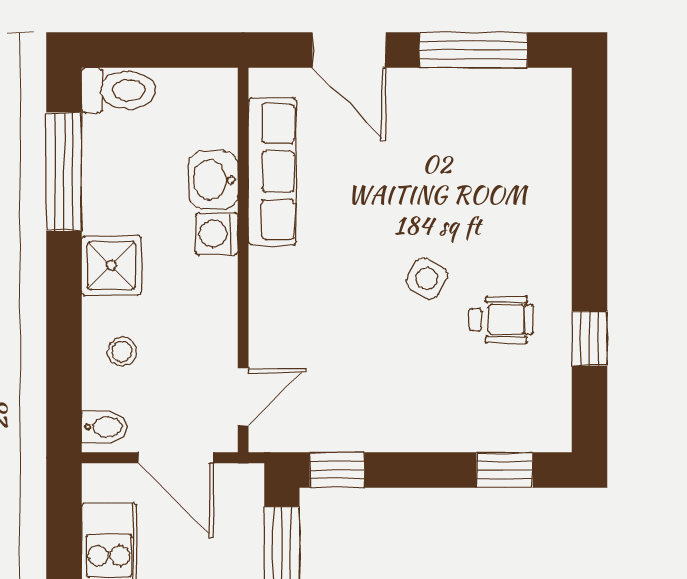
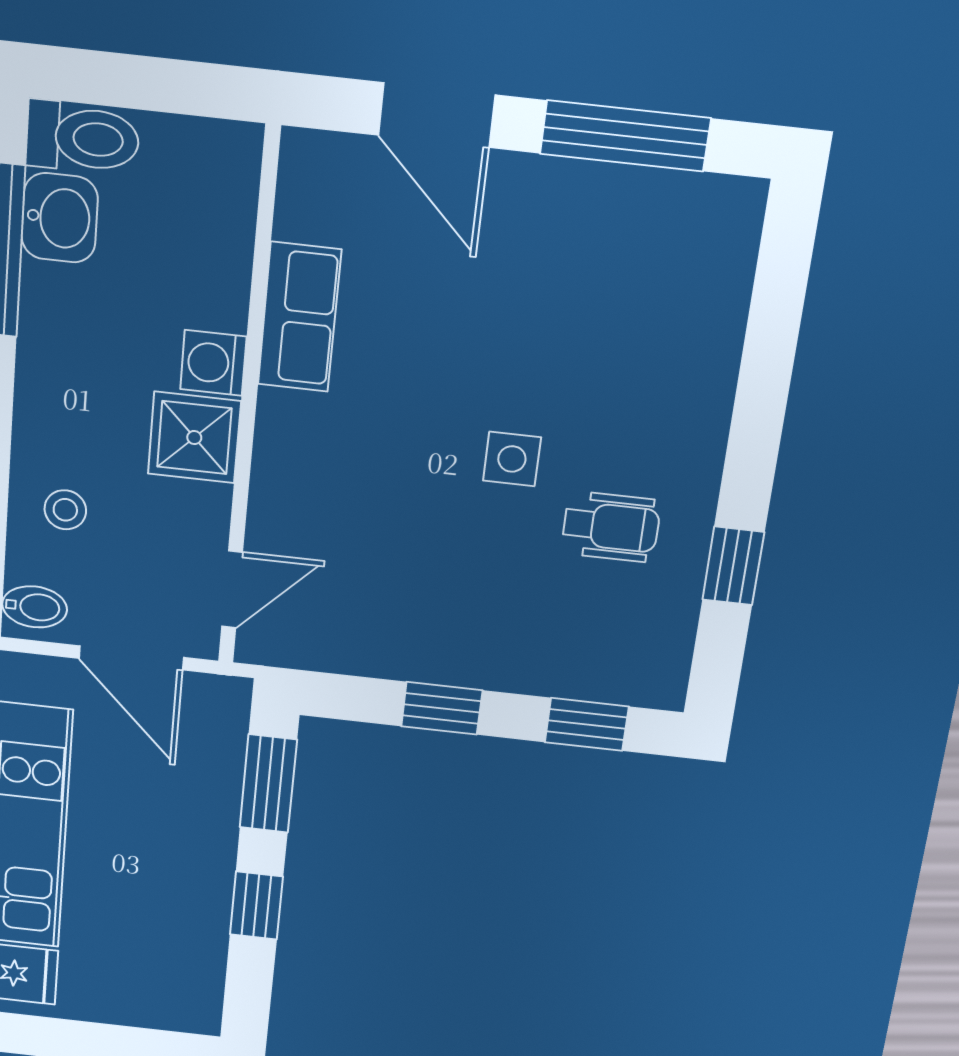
row of seats: (272, 172) -> (299, 317), width x0.68
washbasin: (213, 180) -> (60, 218), moved, turned 180
shower: (111, 265) -> (194, 438), moved
side table: (427, 279) -> (512, 459), turned -30
window: (337, 470) -> (442, 708), moved

